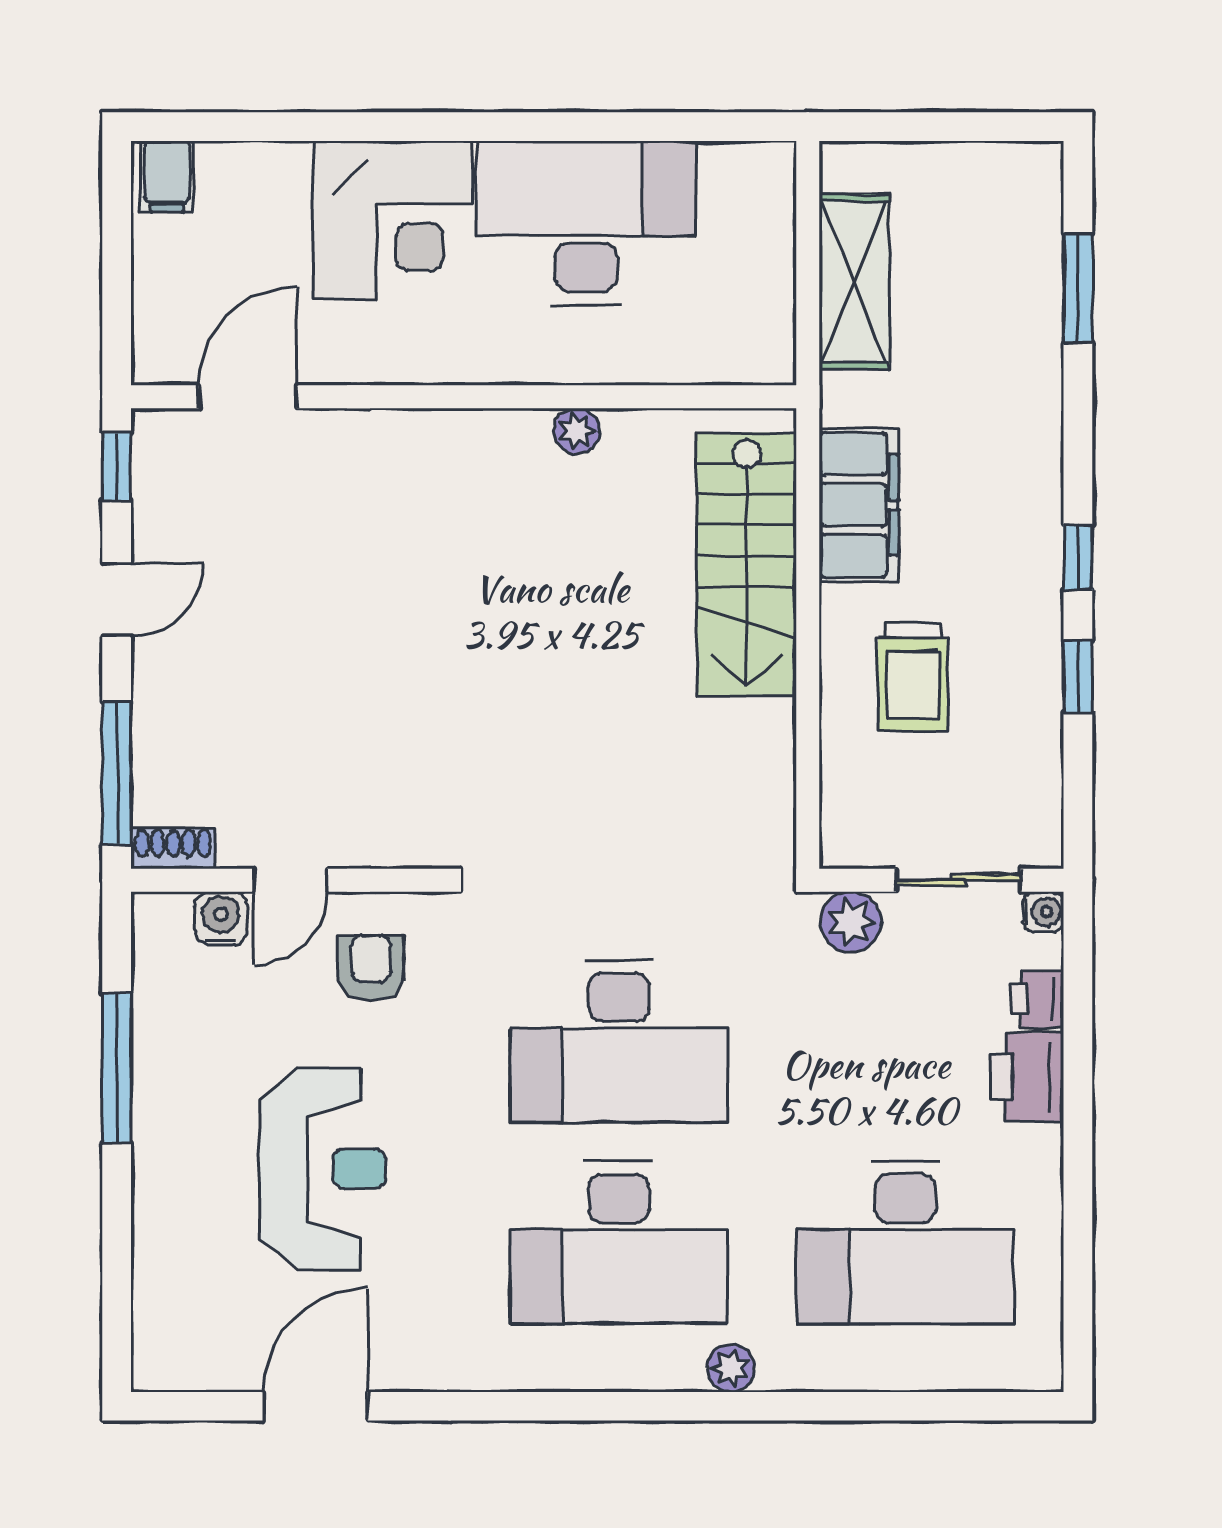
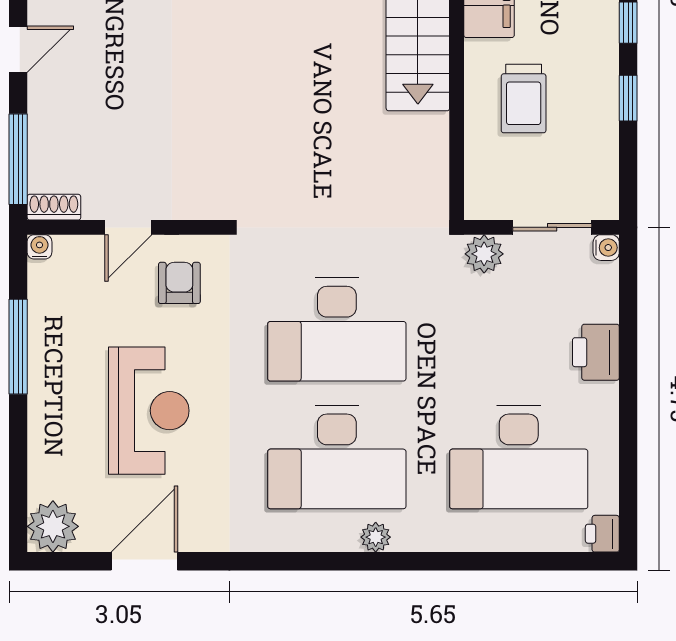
water cooler: (221, 918) -> (39, 247), moved, width x0.72, depth x0.72
printer: (1037, 999) -> (602, 534), moved
plant: (172, 1351) -> (53, 526), added
plant: (731, 1368) -> (376, 537), moved

